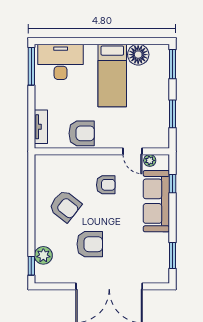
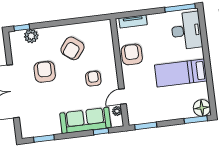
floor lamp: (138, 55) -> (202, 108), moved
window: (173, 114) -> (146, 126), moved
armchair: (82, 133) -> (132, 54), turned 180
armchair: (106, 185) -> (93, 79), turned 180
armchair: (90, 244) -> (45, 72), turned 180

